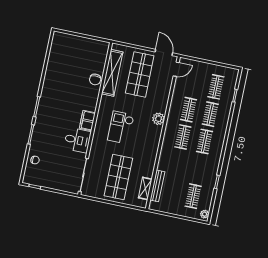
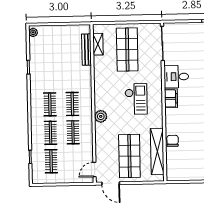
clothes rail: (193, 196) -> (49, 48), removed

